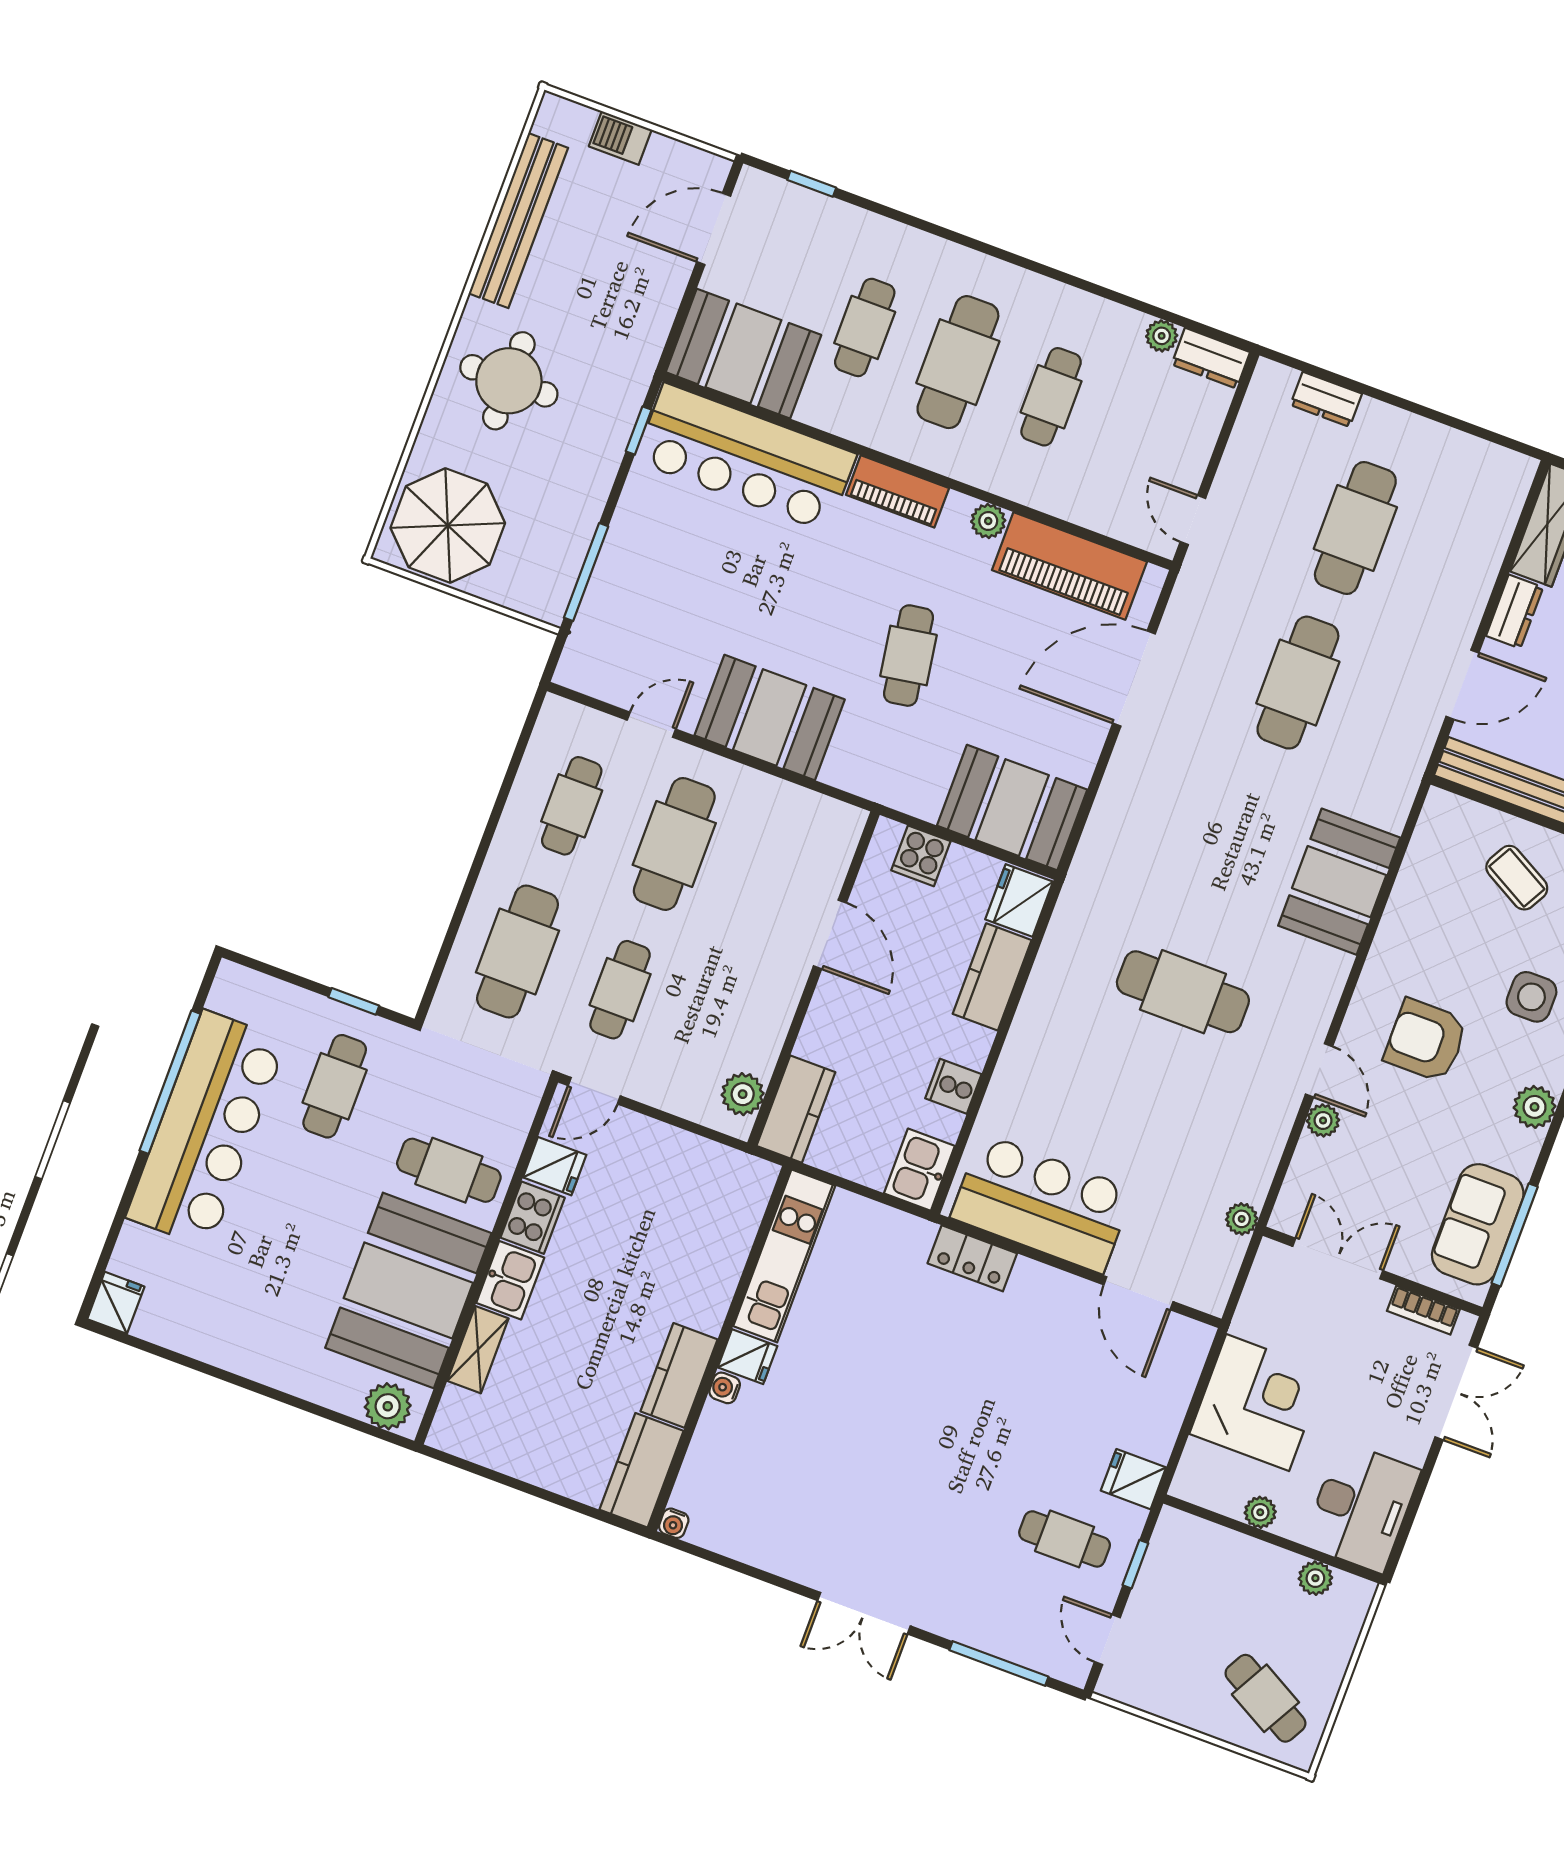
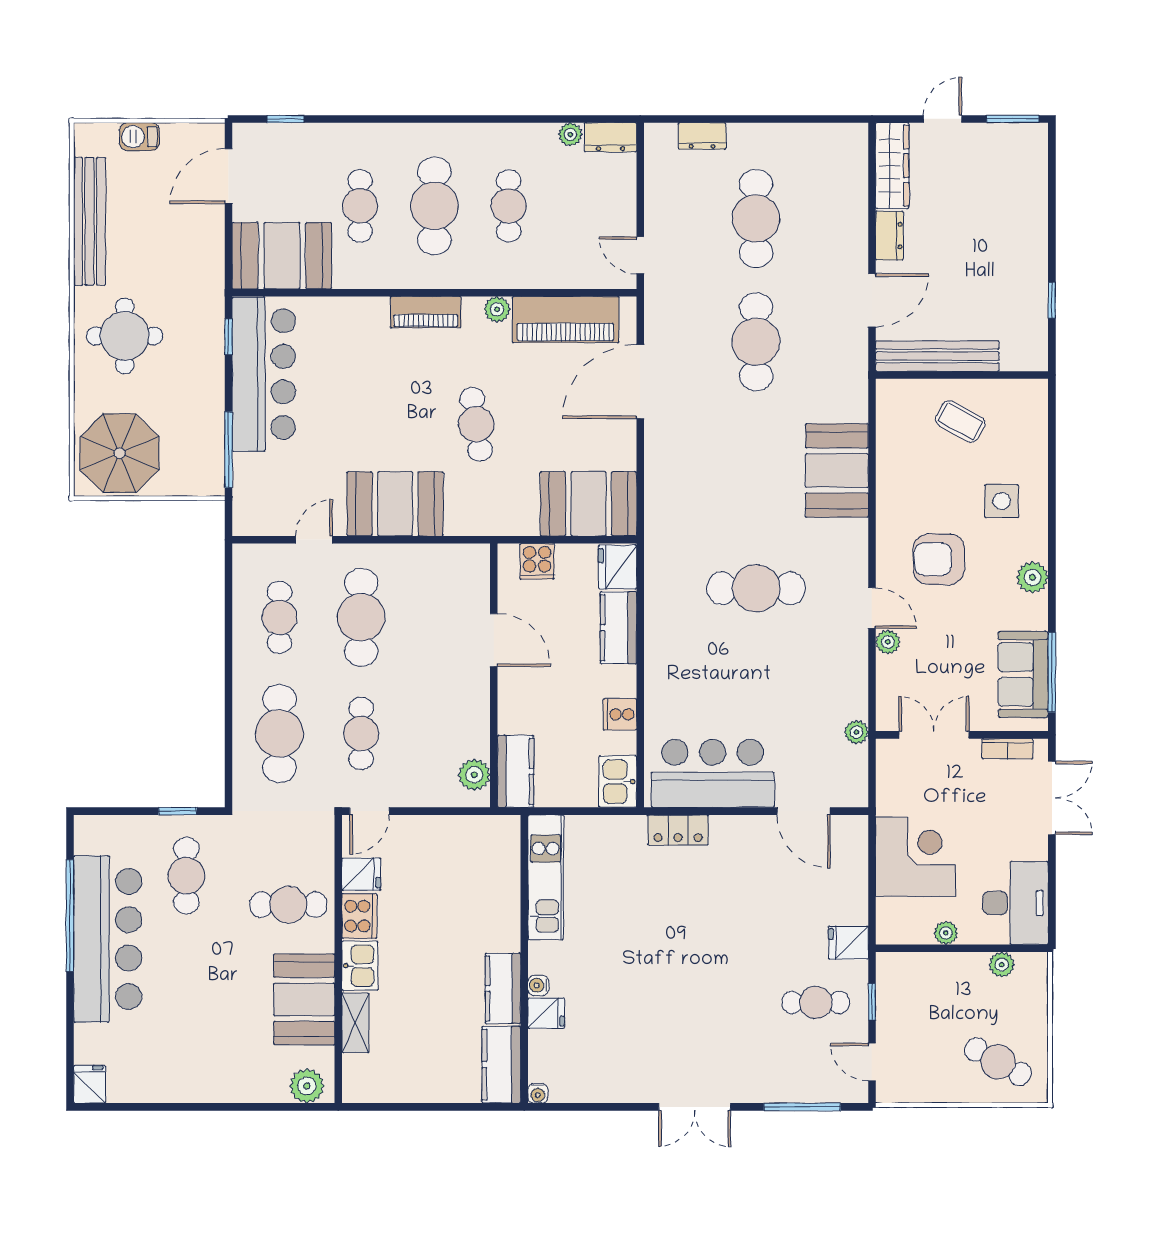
bar counter: (746, 457) -> (264, 374), moved, turned -90
booth: (408, 1290) -> (304, 999), width x0.73, depth x0.70
fridge: (748, 1357) -> (546, 1013), moved

